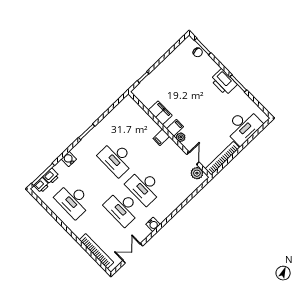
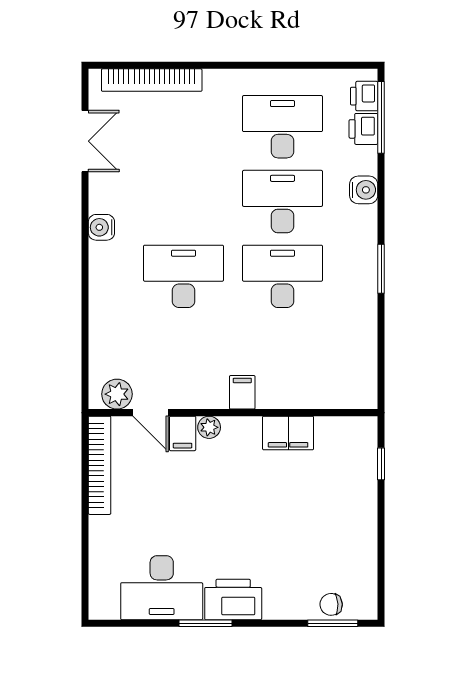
desk: (243, 126) -> (162, 588), moved, turned -90
filing cabinet: (175, 128) -> (183, 433), moved
desk: (123, 208) -> (282, 202), moved

